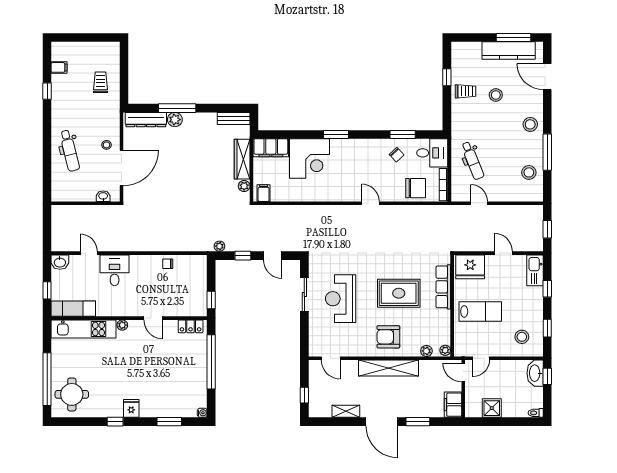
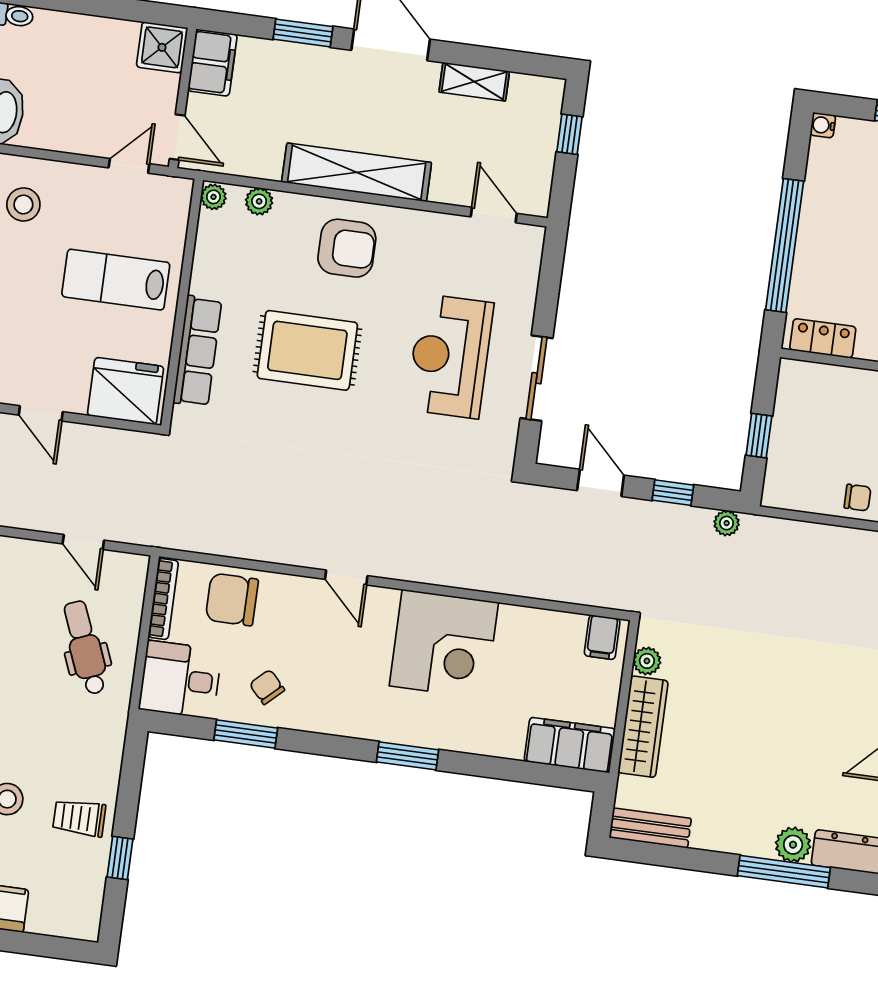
corner desk: (310, 158) -> (444, 644), moved, turned 180
reception desk: (341, 299) -> (450, 356), turned 180
window: (211, 300) -> (759, 436), moved
shower: (492, 408) -> (162, 47), moved

